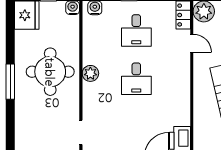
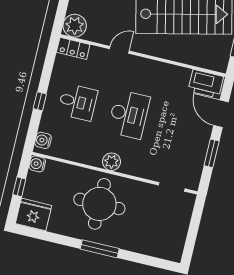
door: (192, 43) -> (119, 50), moved
desk: (136, 79) -> (129, 114), width x1.37

